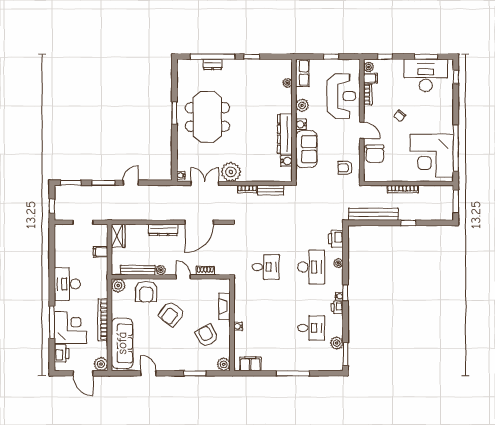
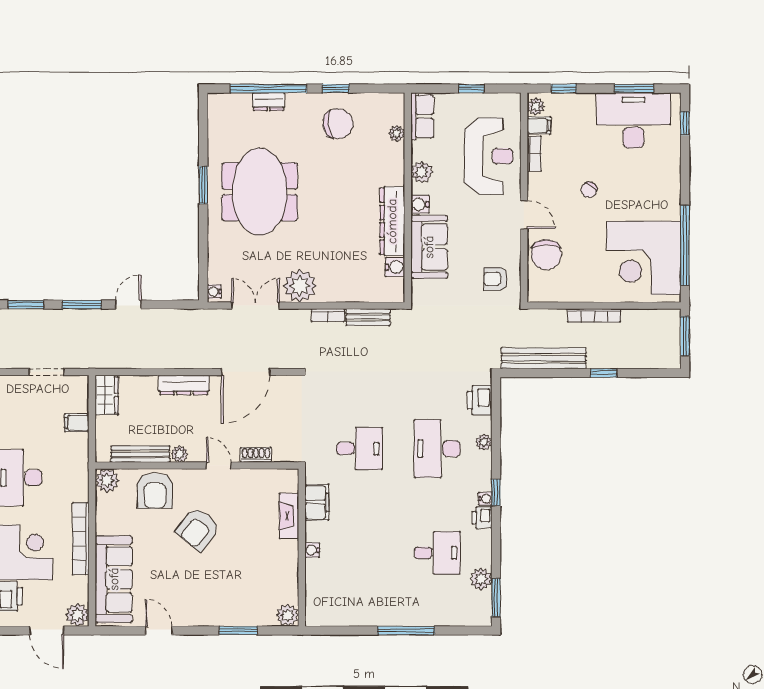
chair: (253, 77) -> (338, 124), added
desk: (311, 267) -> (437, 449), turned 180
armchair: (207, 336) -> (259, 566), removed
filing cabinet: (250, 364) -> (317, 502), moved, turned 90

